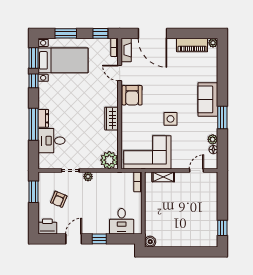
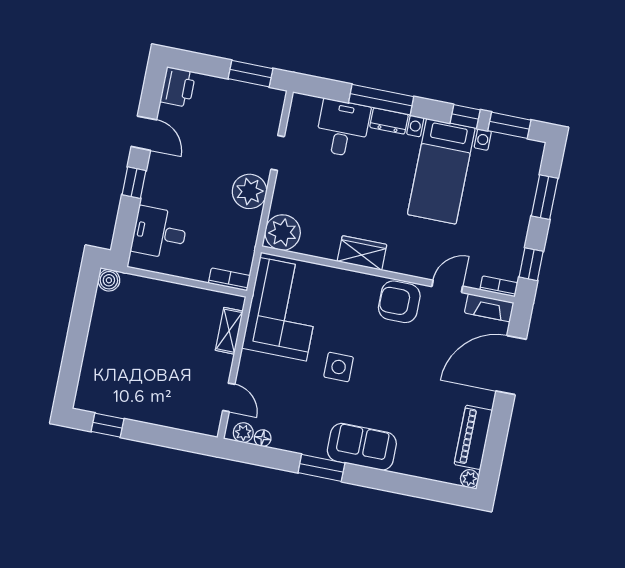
bed with nightstands: (63, 60) -> (441, 171), moved
plant: (213, 139) -> (243, 433), moved
plant: (88, 177) -> (250, 191), width x1.88, depth x1.88
armchair: (59, 199) -> (226, 120), removed

